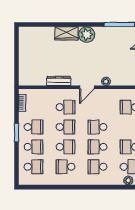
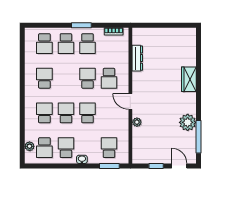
plant: (87, 35) -> (188, 122), moved
dresser: (59, 81) -> (137, 58), moved
school desk: (65, 127) -> (87, 78), turned 180
school desk: (65, 147) -> (66, 78), removed

